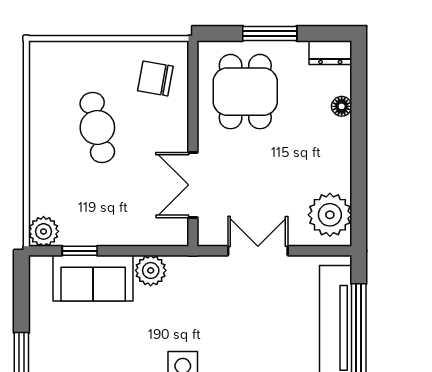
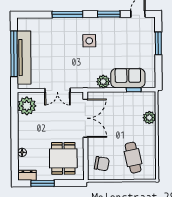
window: (270, 33) -> (43, 183), moved
cafe table: (97, 127) -> (133, 158), moved
double door: (193, 185) -> (85, 118), width x1.37
plant: (44, 231) -> (149, 118), moved

